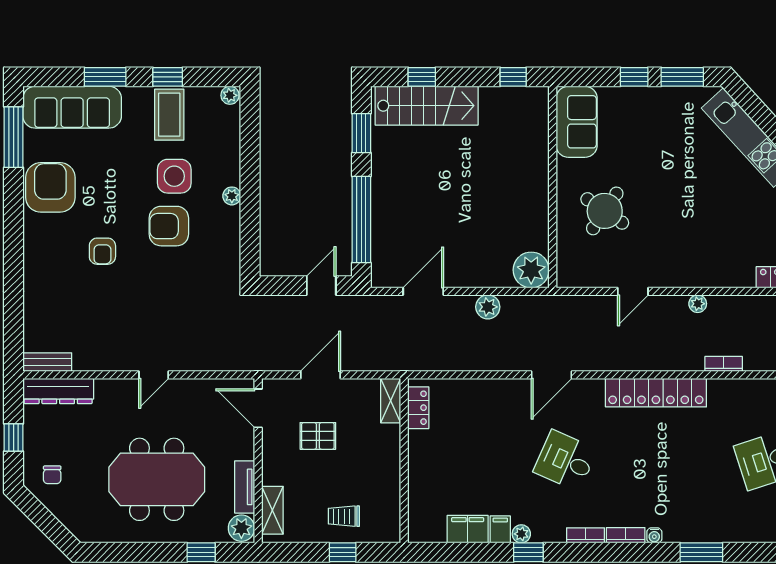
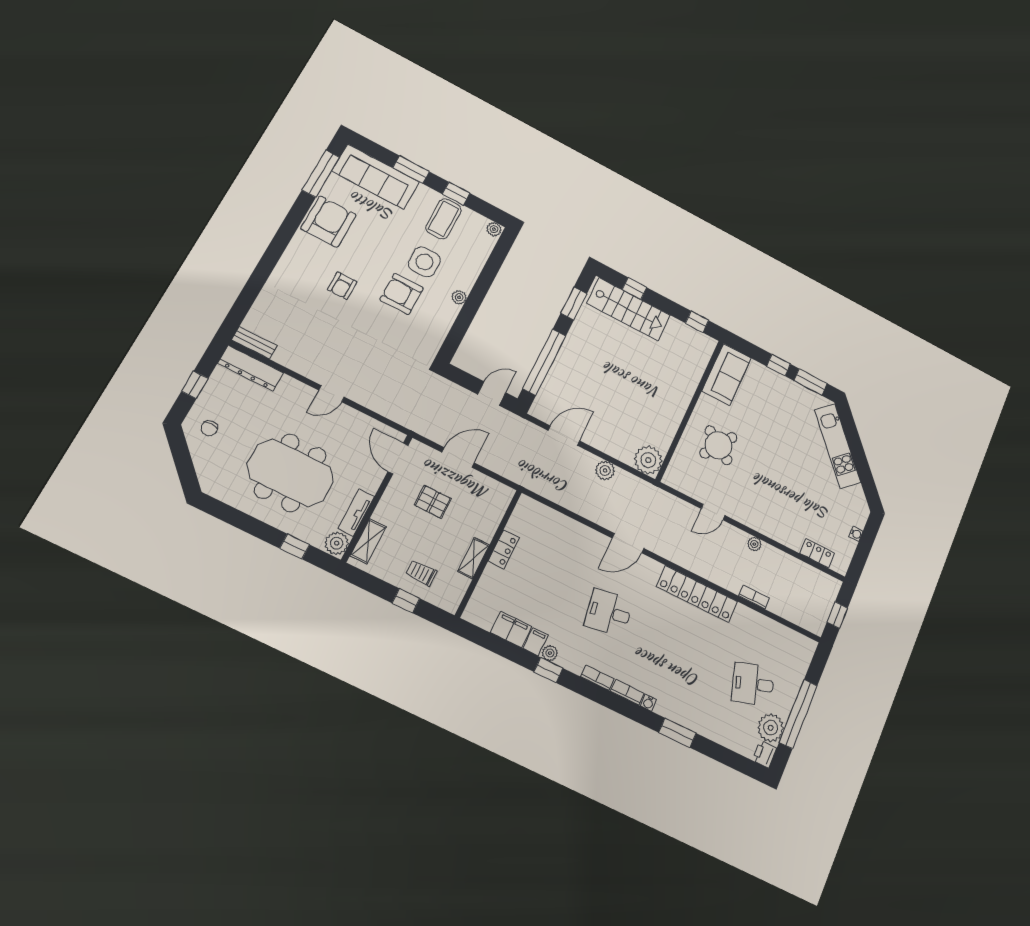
shelving: (391, 401) -> (473, 558), moved
locker: (418, 408) -> (504, 549), moved
desk: (565, 461) -> (609, 613), turned -33

